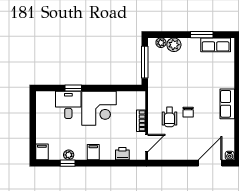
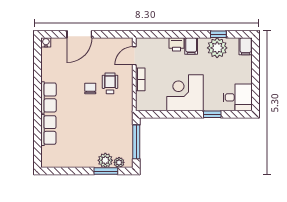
window: (202, 35) -> (106, 171), moved
row of seats: (216, 45) -> (48, 130), moved, turned 90
desk: (68, 105) -> (238, 97), moved, turned -90
printer: (122, 154) -> (177, 44), moved
plant: (69, 155) -> (217, 48), width x1.88, depth x1.88
door: (210, 163) -> (79, 34), moved

